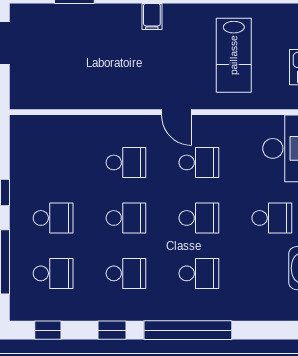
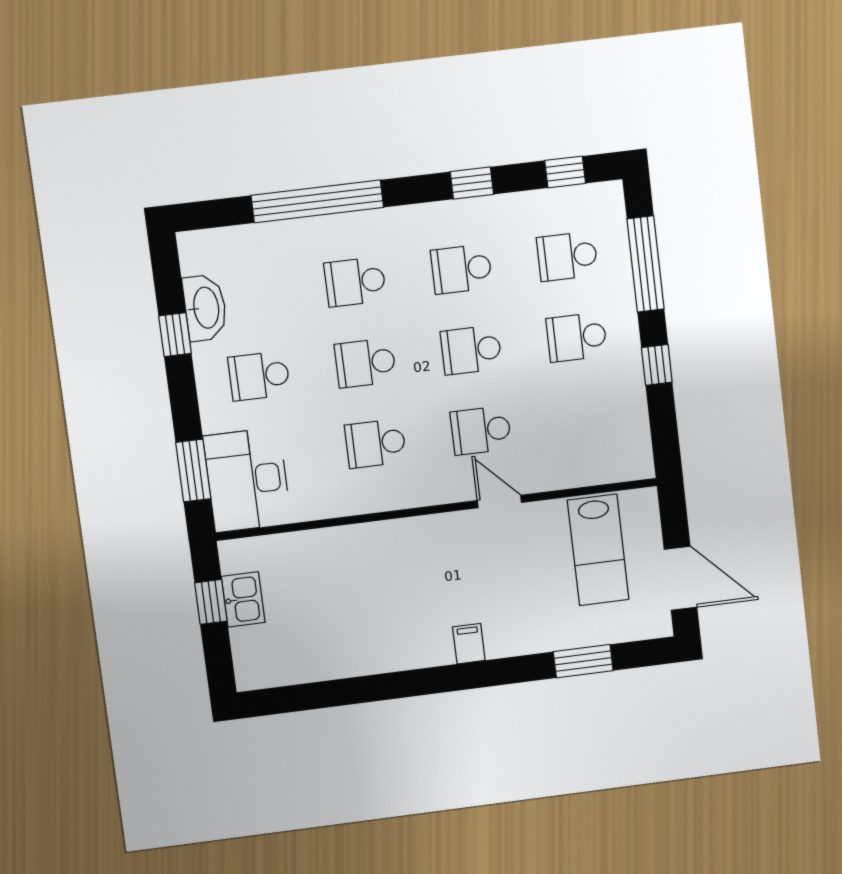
lab bench: (234, 55) -> (598, 550), moved, turned 180
door: (177, 112) -> (499, 502), moved
window: (188, 330) -> (317, 201), moved

